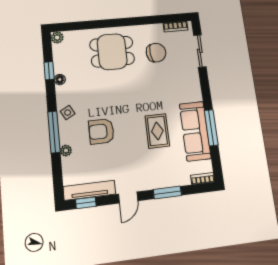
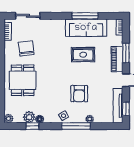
plant: (61, 65) -> (29, 117), added
piano: (157, 181) -> (117, 59), added

